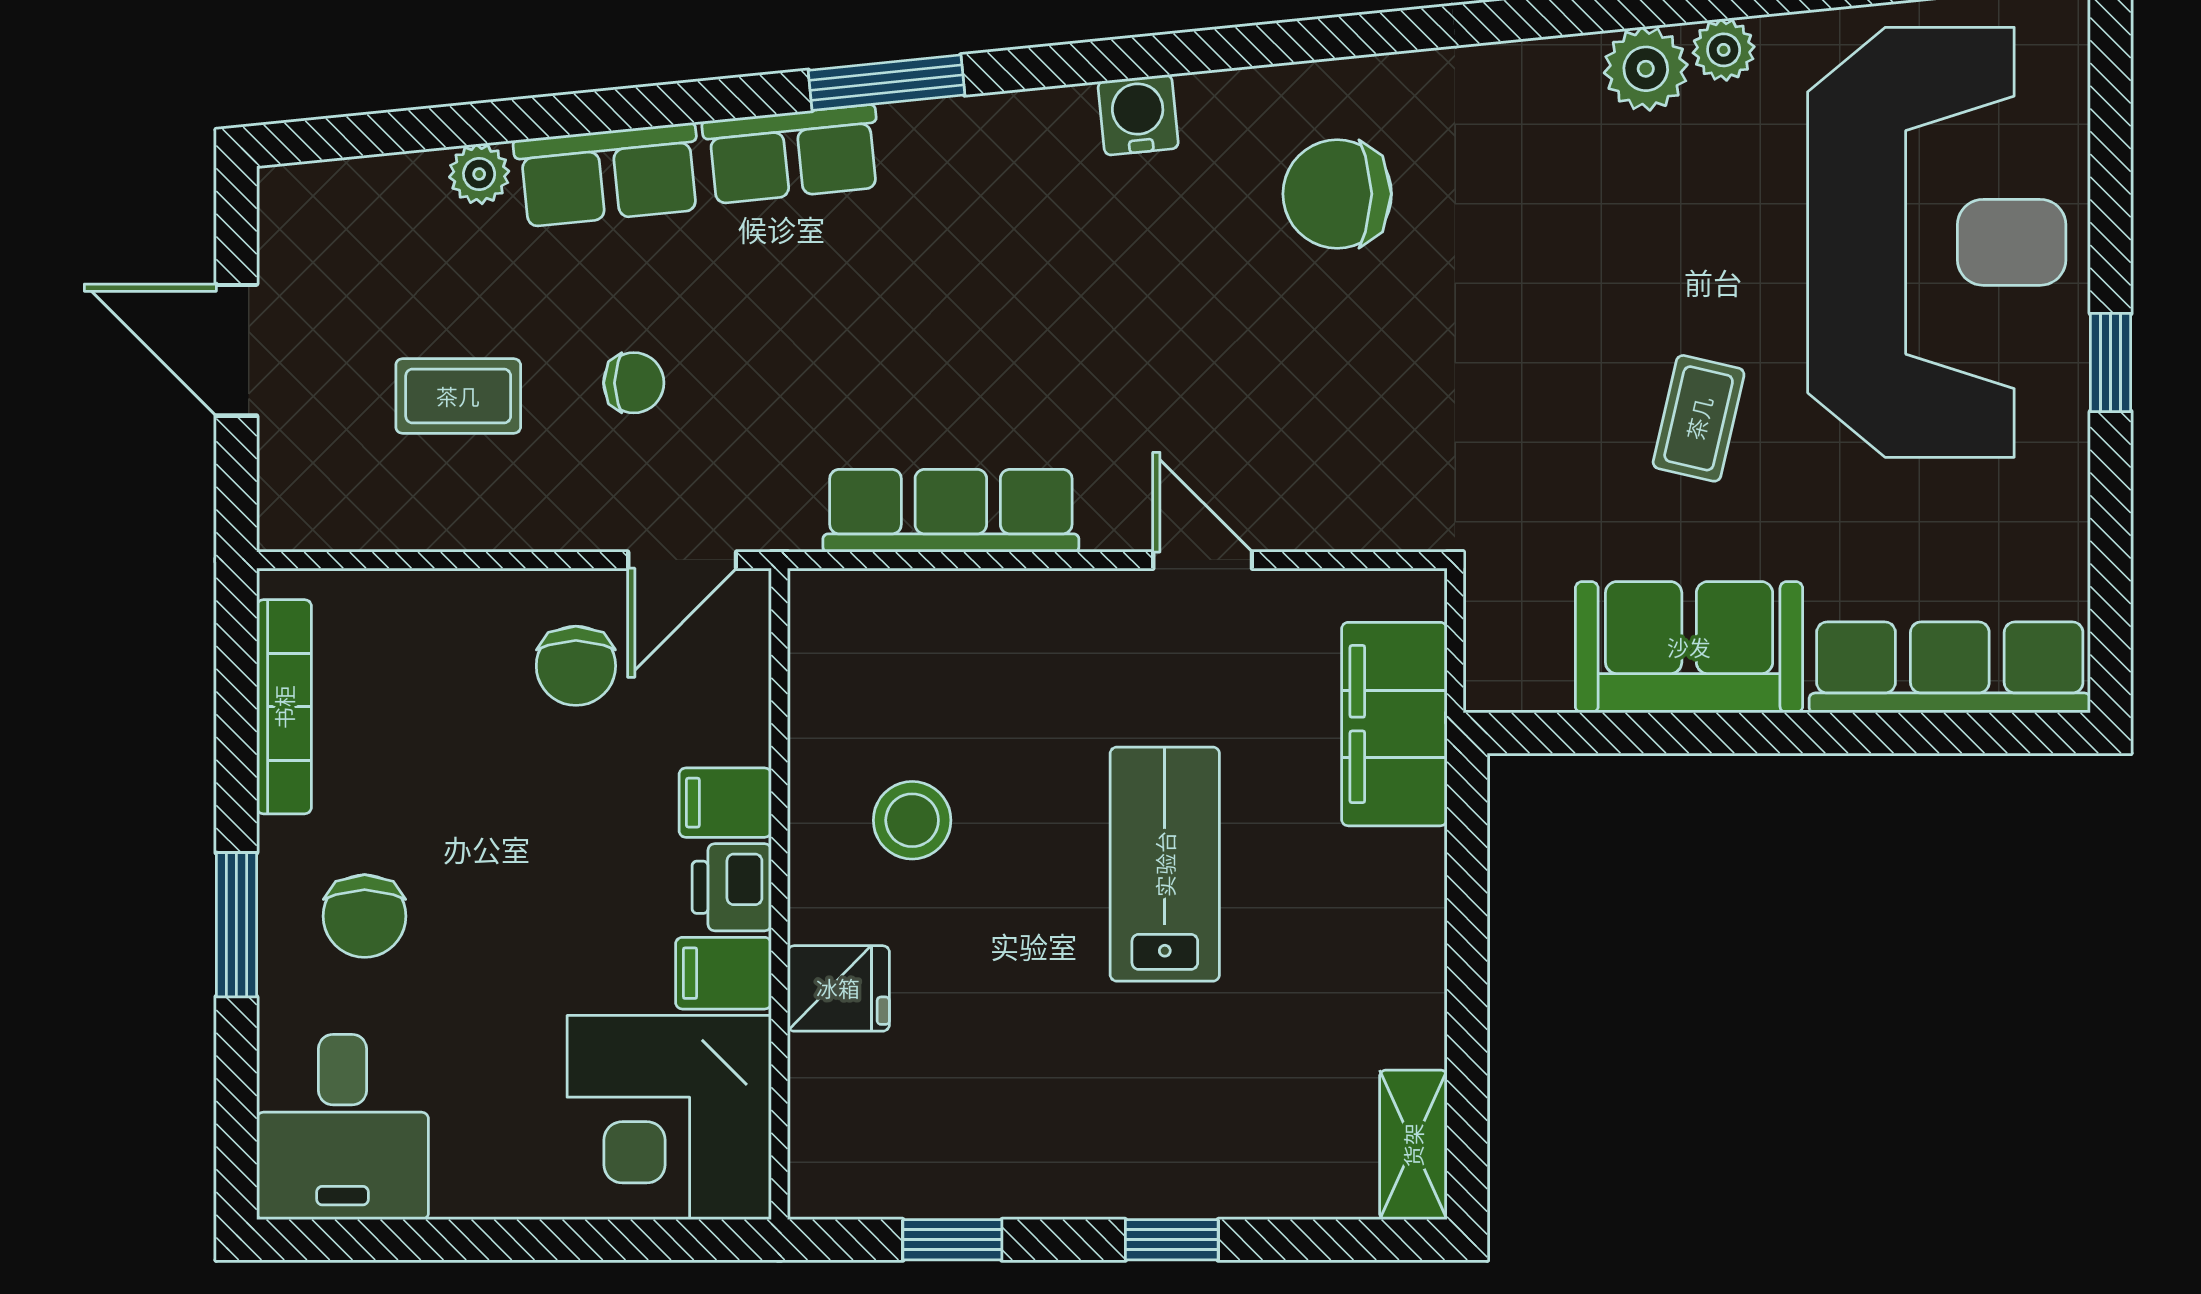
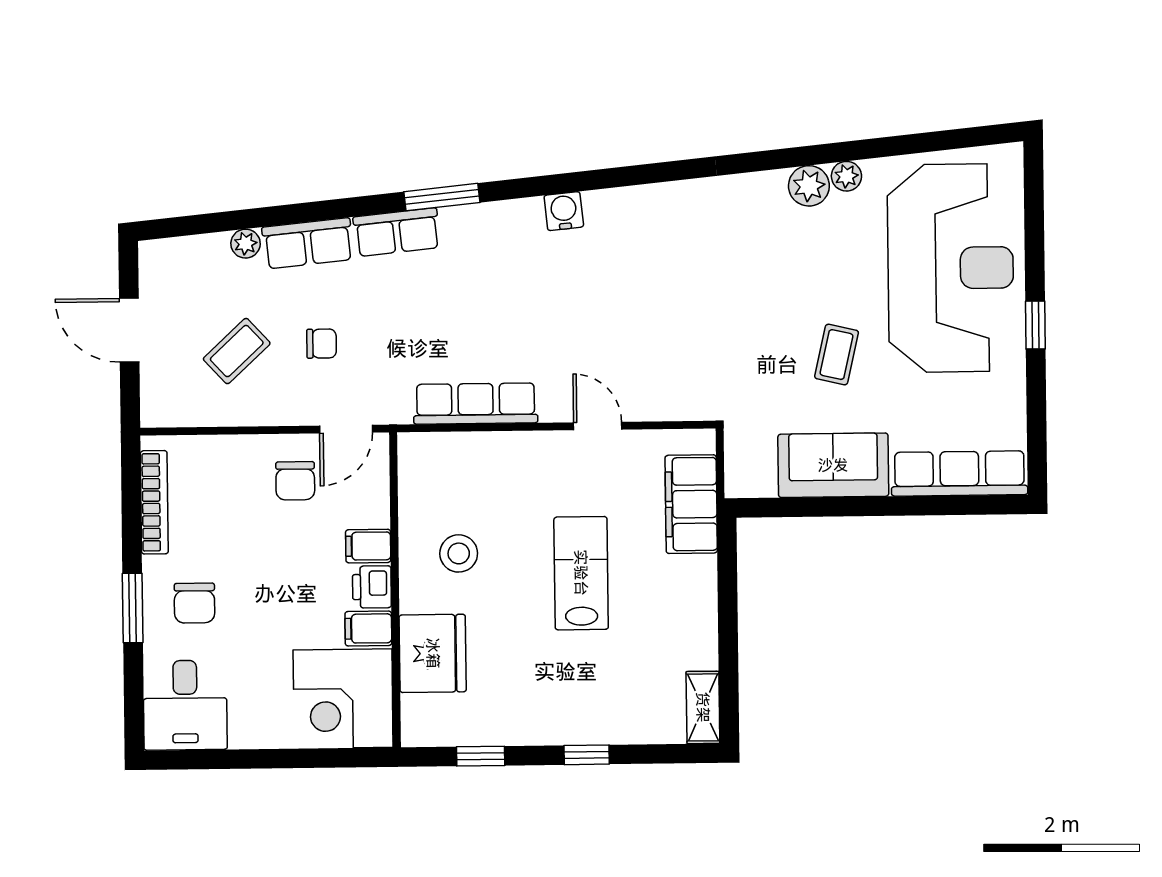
chair: (1337, 194) -> (660, 248), removed
coffee table: (458, 396) -> (237, 351), turned -43
fridge: (838, 988) -> (433, 653), width x1.88, depth x1.34

